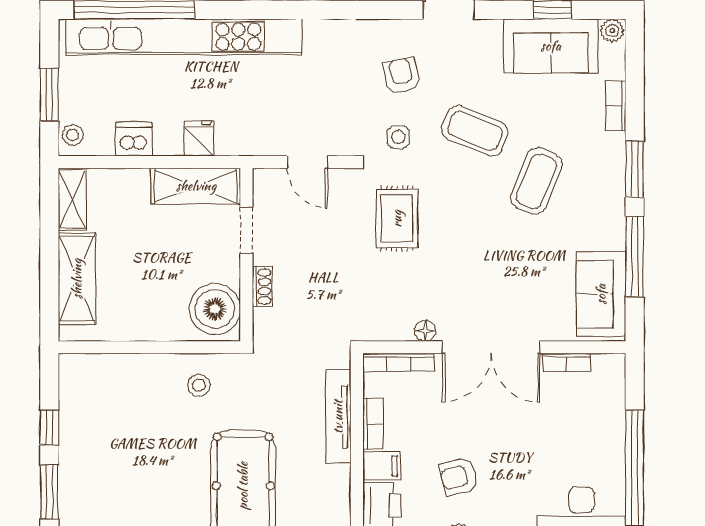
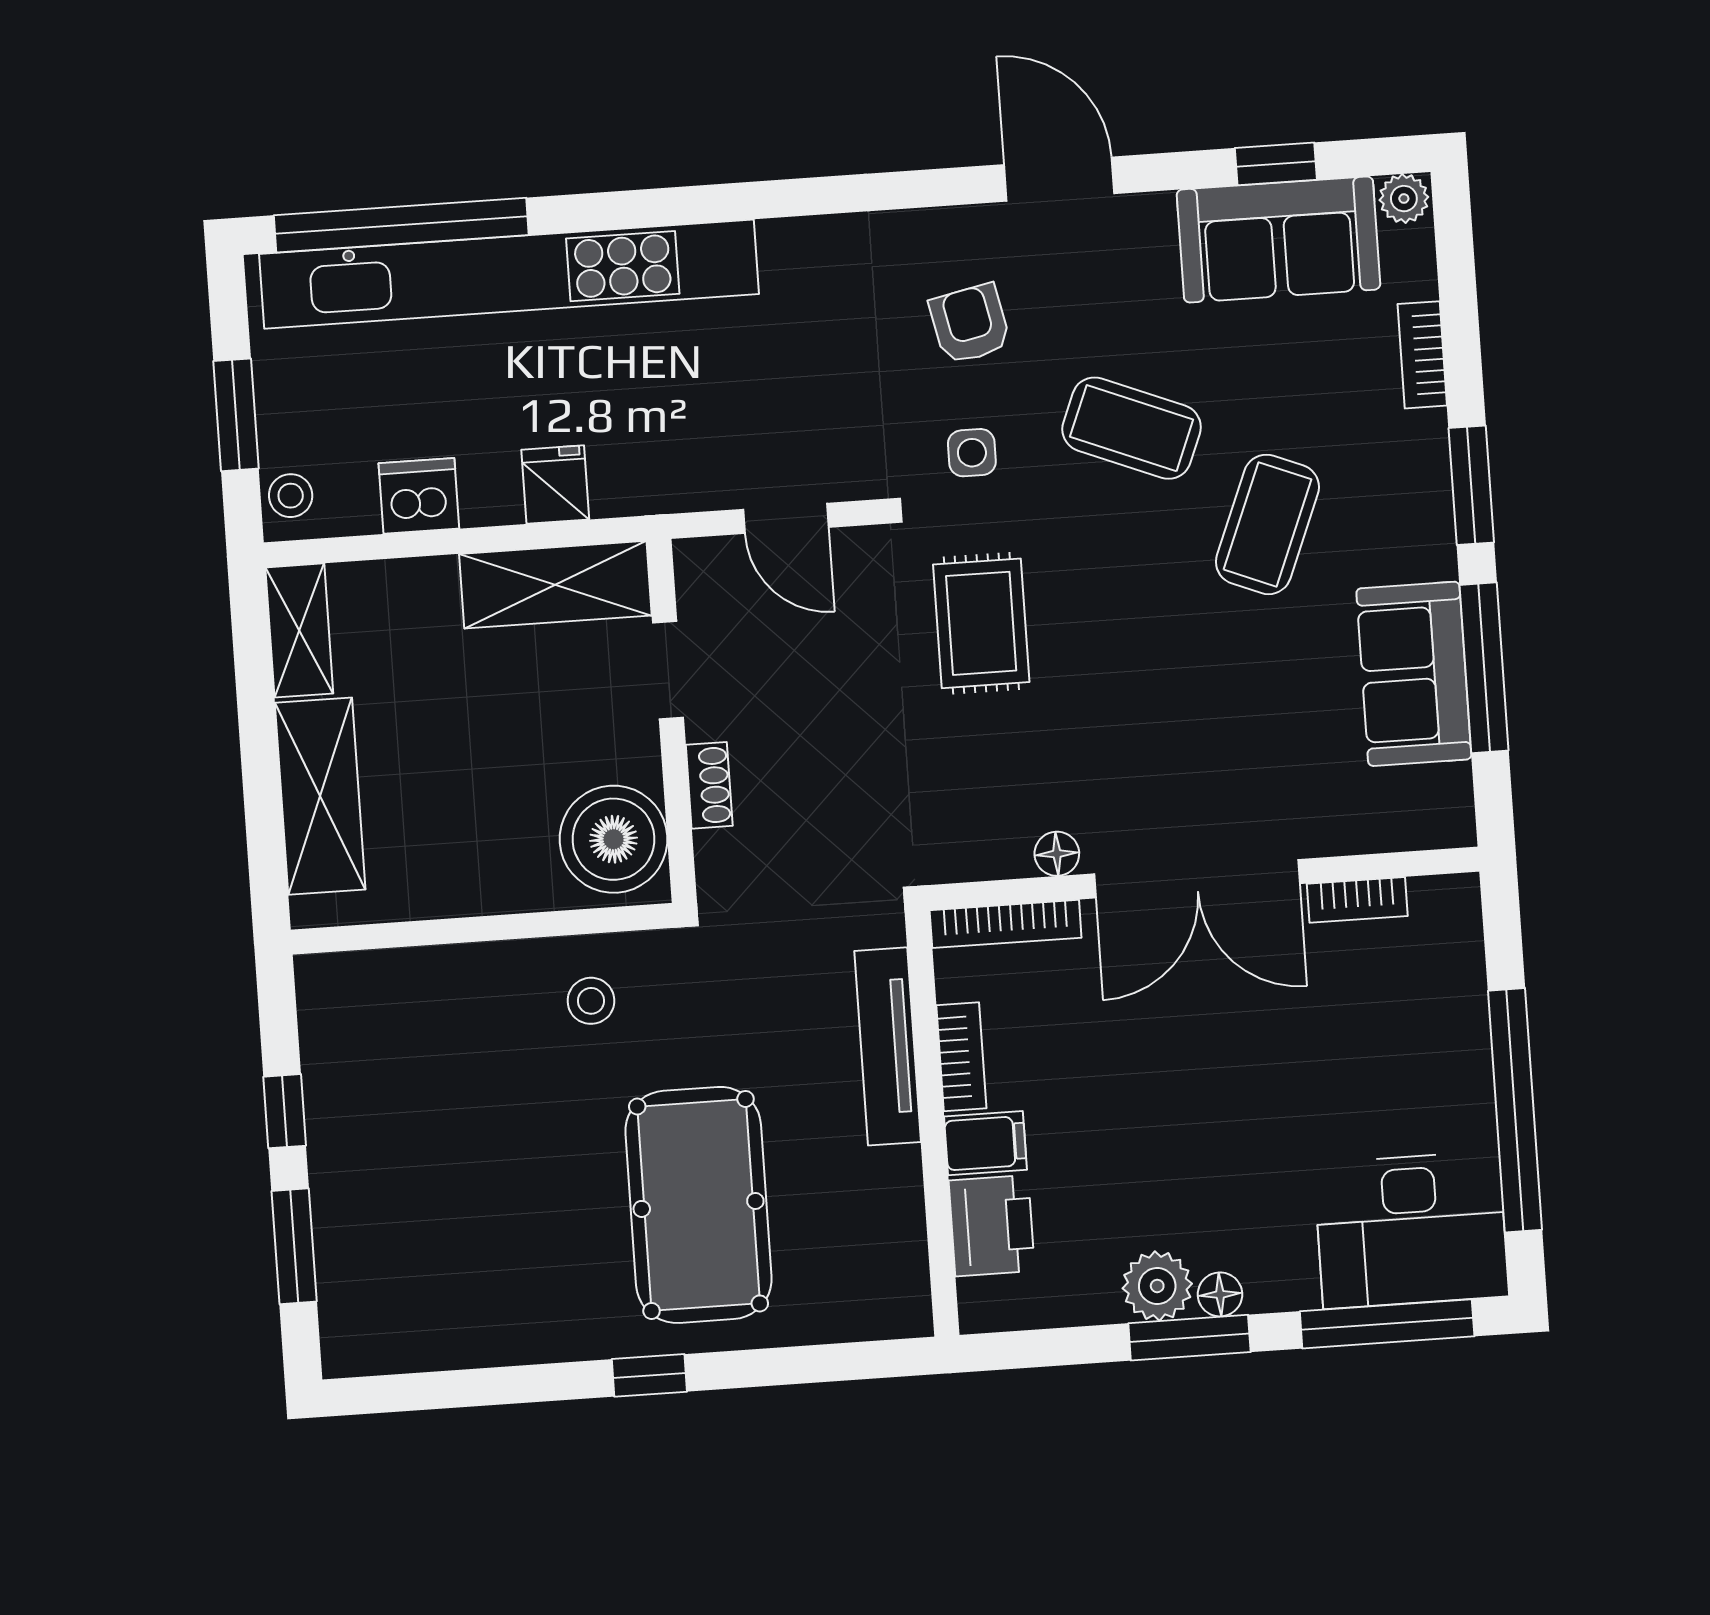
sofa: (601, 294) -> (1414, 674), moved
armchair: (459, 477) -> (1149, 1154), removed

